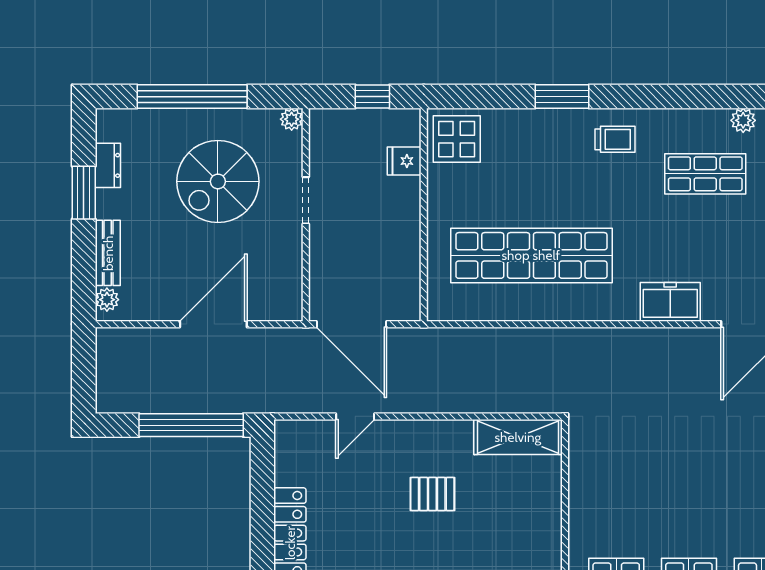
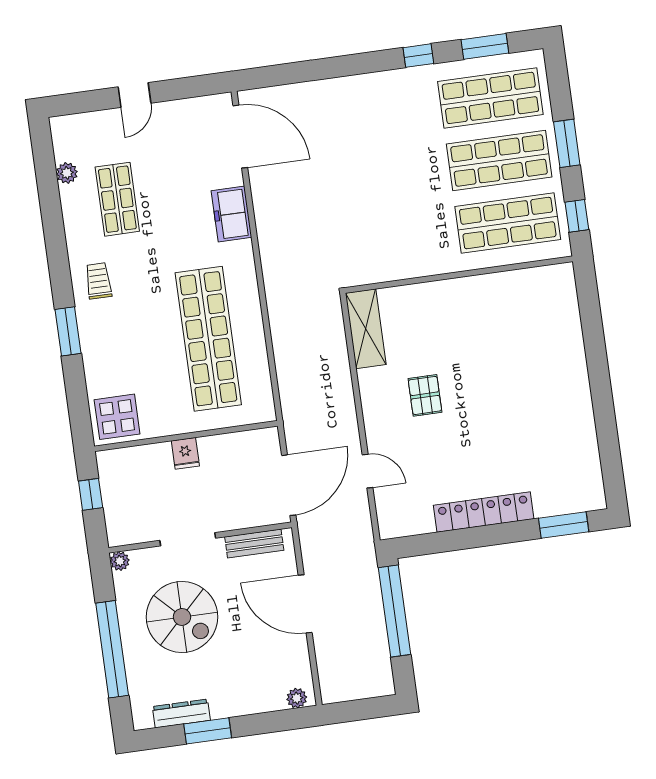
fridge: (404, 161) -> (185, 453), moved
dresser: (108, 165) -> (181, 713), width x1.44
doorway: (306, 200) -> (188, 539), width x1.38
bench: (108, 253) -> (254, 544), moved

